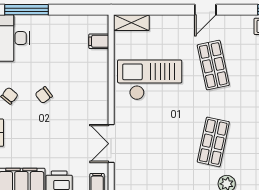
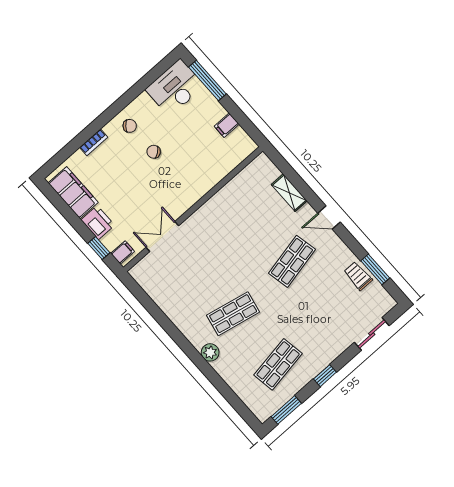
shelving: (131, 23) -> (289, 193), moved
filing cabinet: (99, 41) -> (227, 125), moved, turned -90
checkout: (150, 80) -> (237, 223), removed

